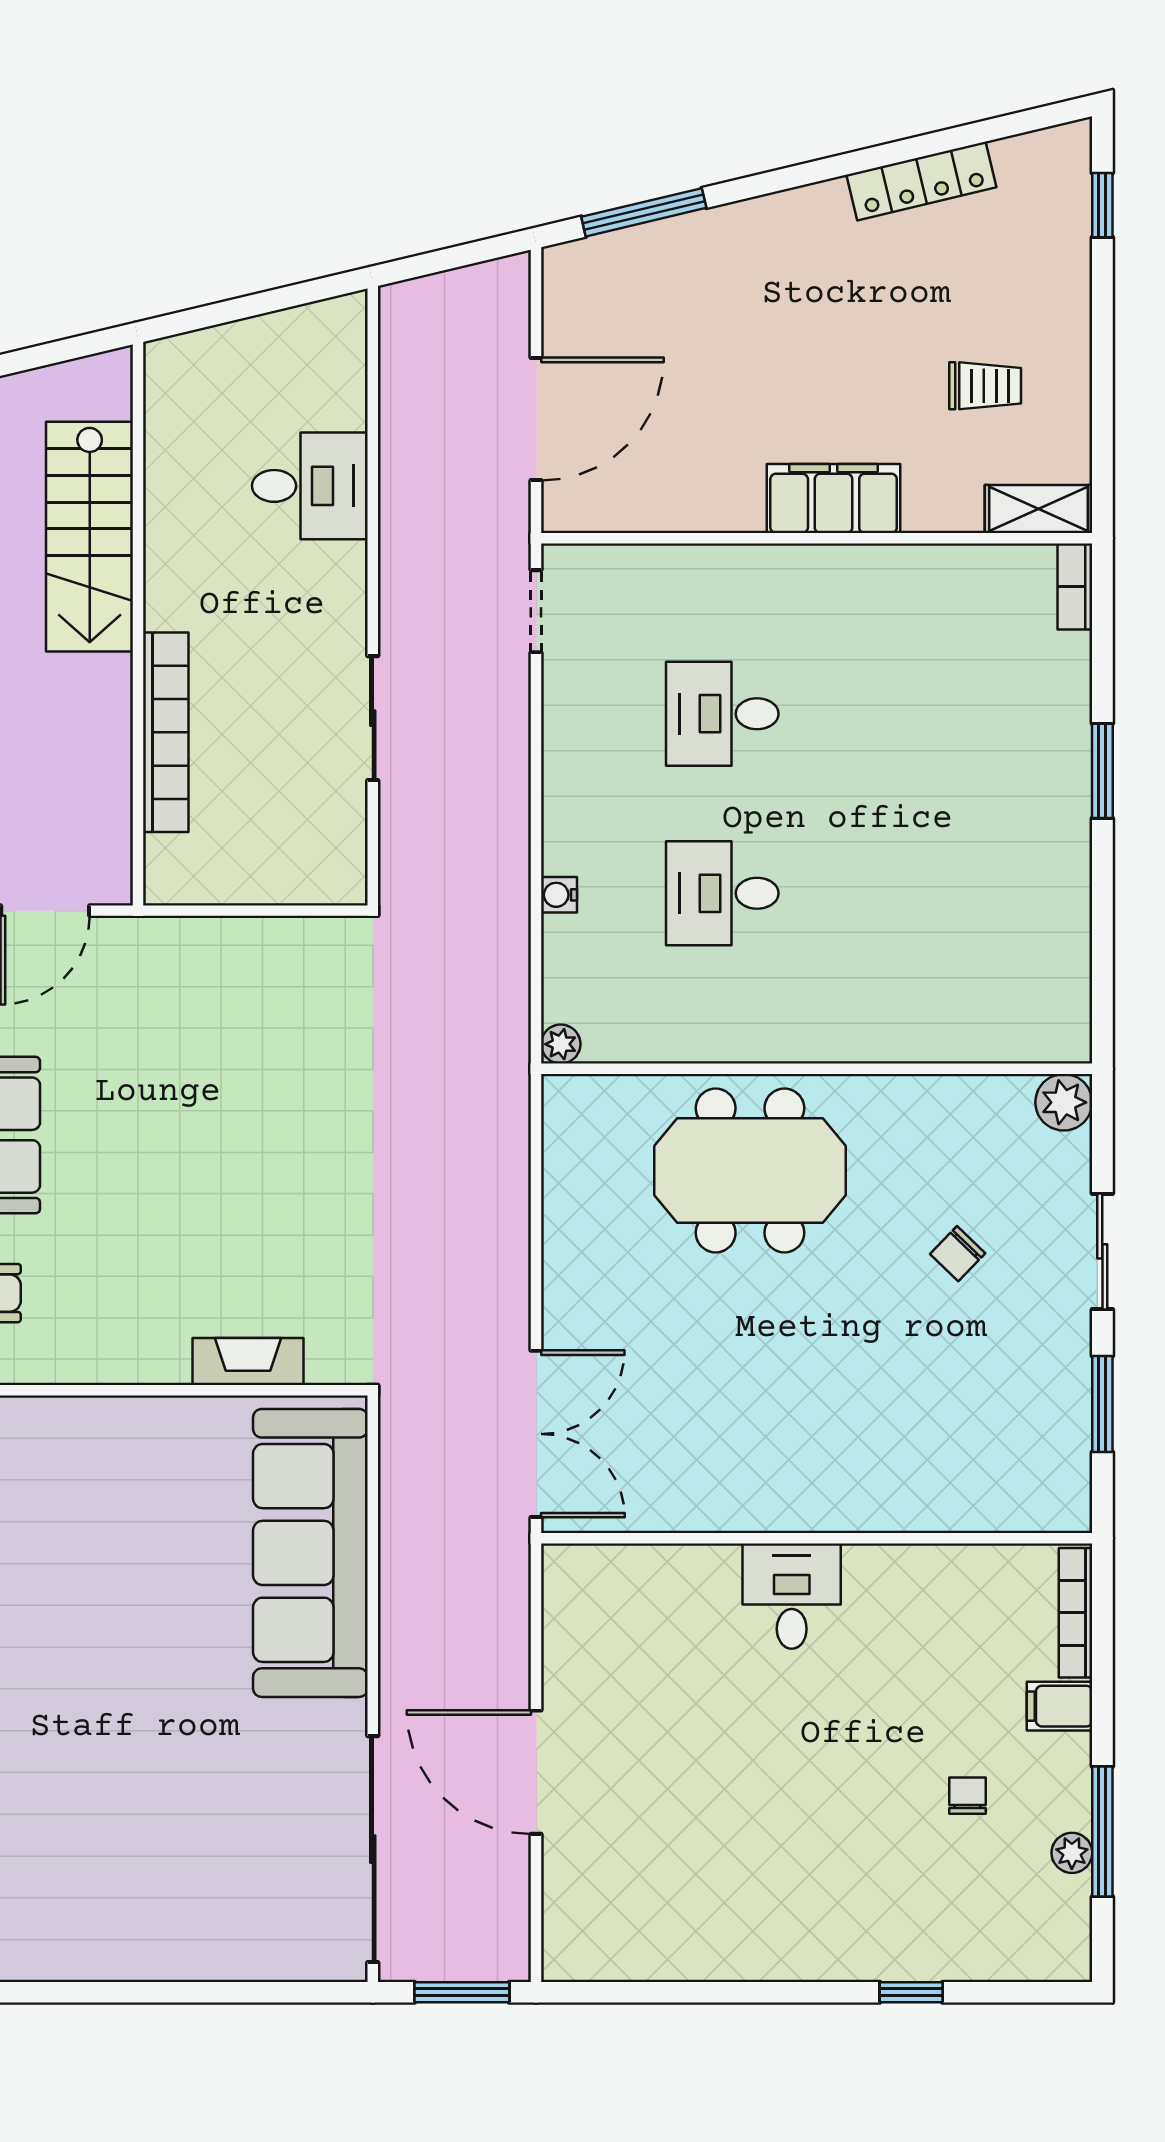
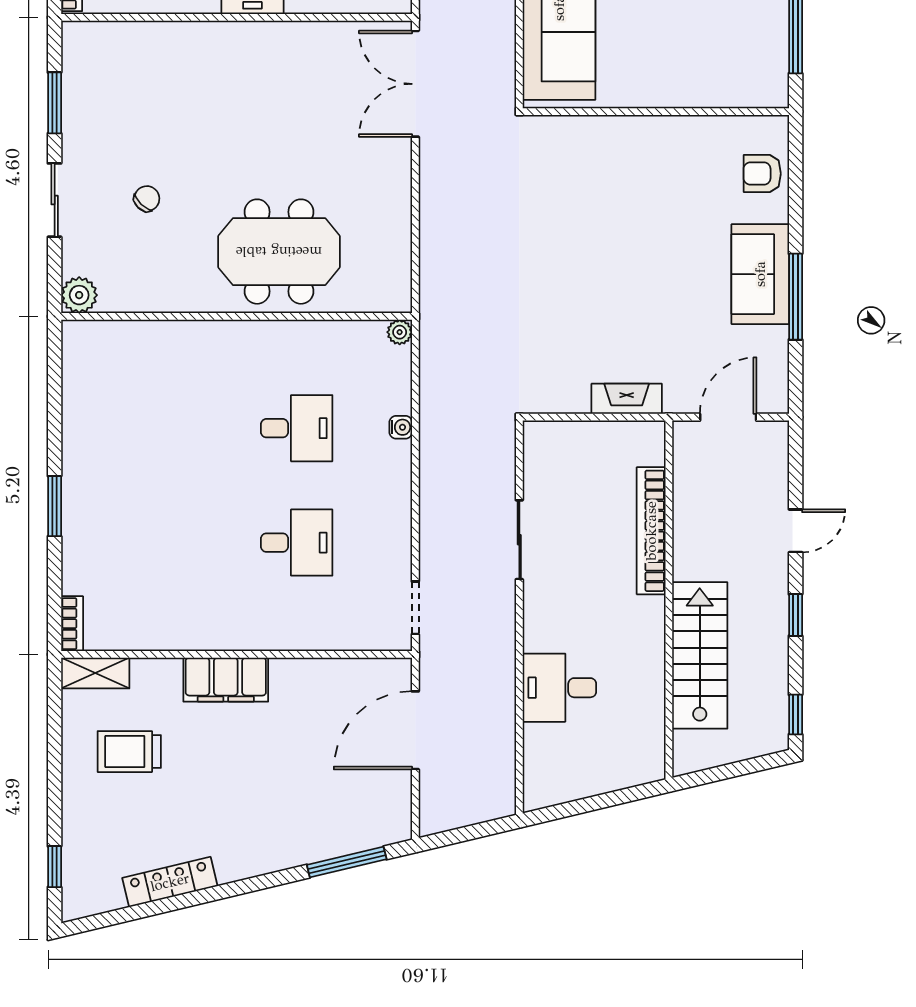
trolley: (985, 386) -> (129, 752), width x1.36, depth x1.39
fireplace: (248, 1361) -> (627, 399), moved, turned 180

